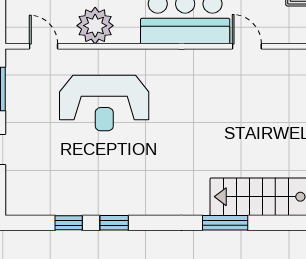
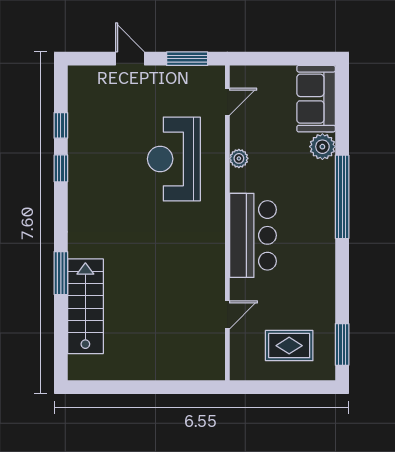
plant: (95, 26) -> (239, 158), width x0.53, depth x0.53
door: (247, 46) -> (227, 315), moved

